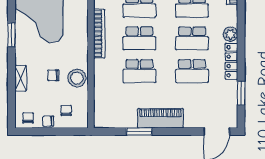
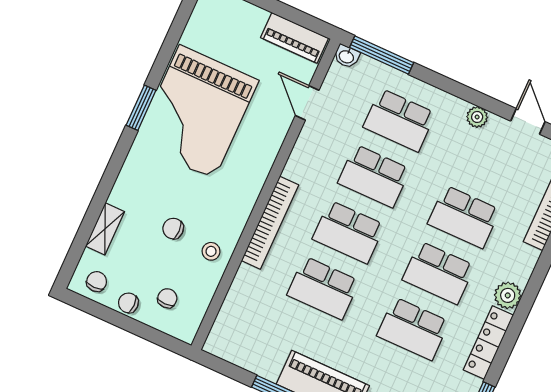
bookcase: (99, 34) -> (270, 223), moved
window: (11, 35) -> (141, 108), moved
shelving: (21, 78) -> (105, 229), moved
stool: (77, 78) -> (211, 251), width x0.53, depth x0.53

